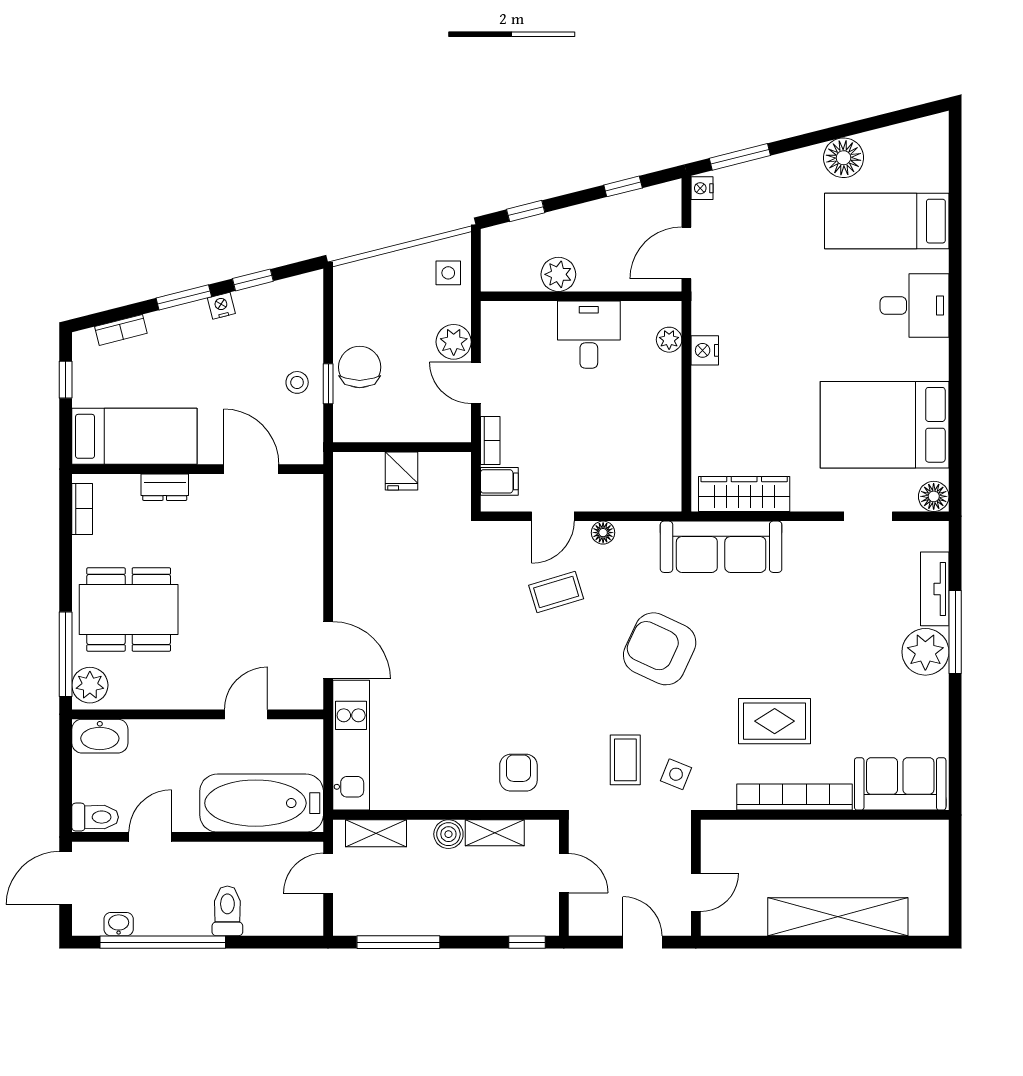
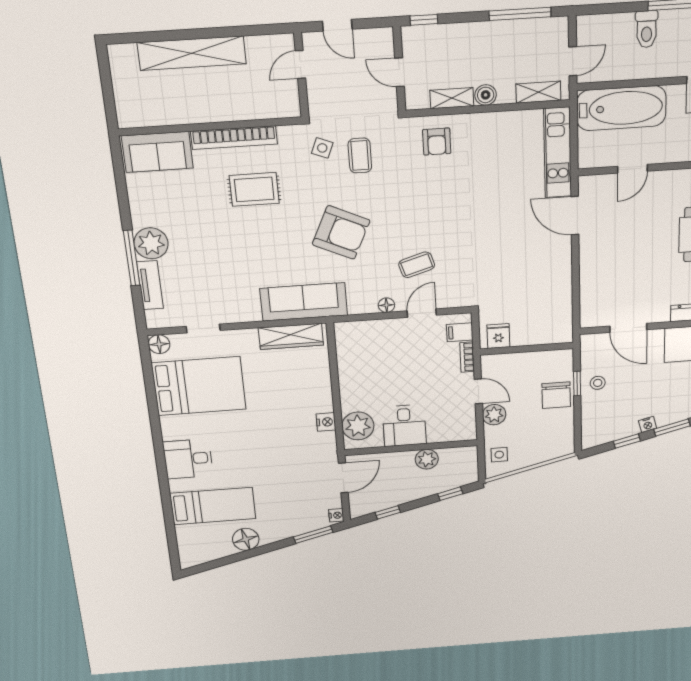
plant: (669, 340) -> (358, 426), width x1.87, depth x1.87
fridge: (401, 471) -> (498, 336), moved

